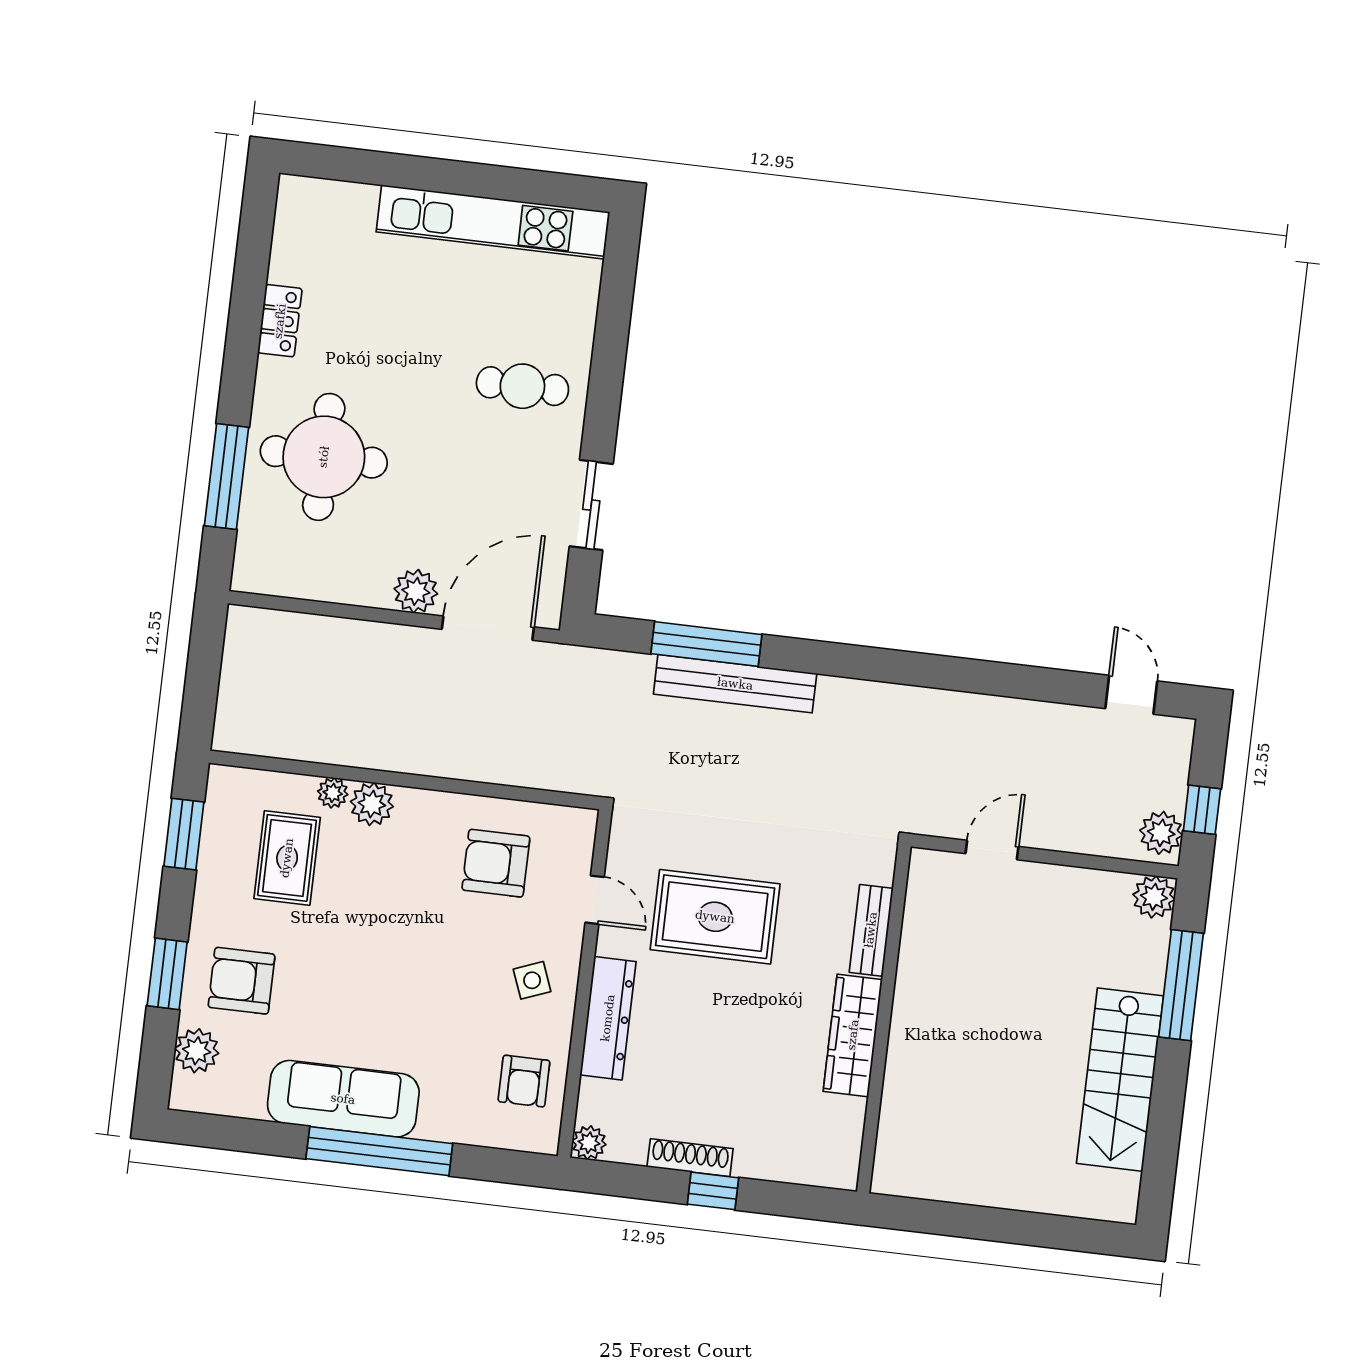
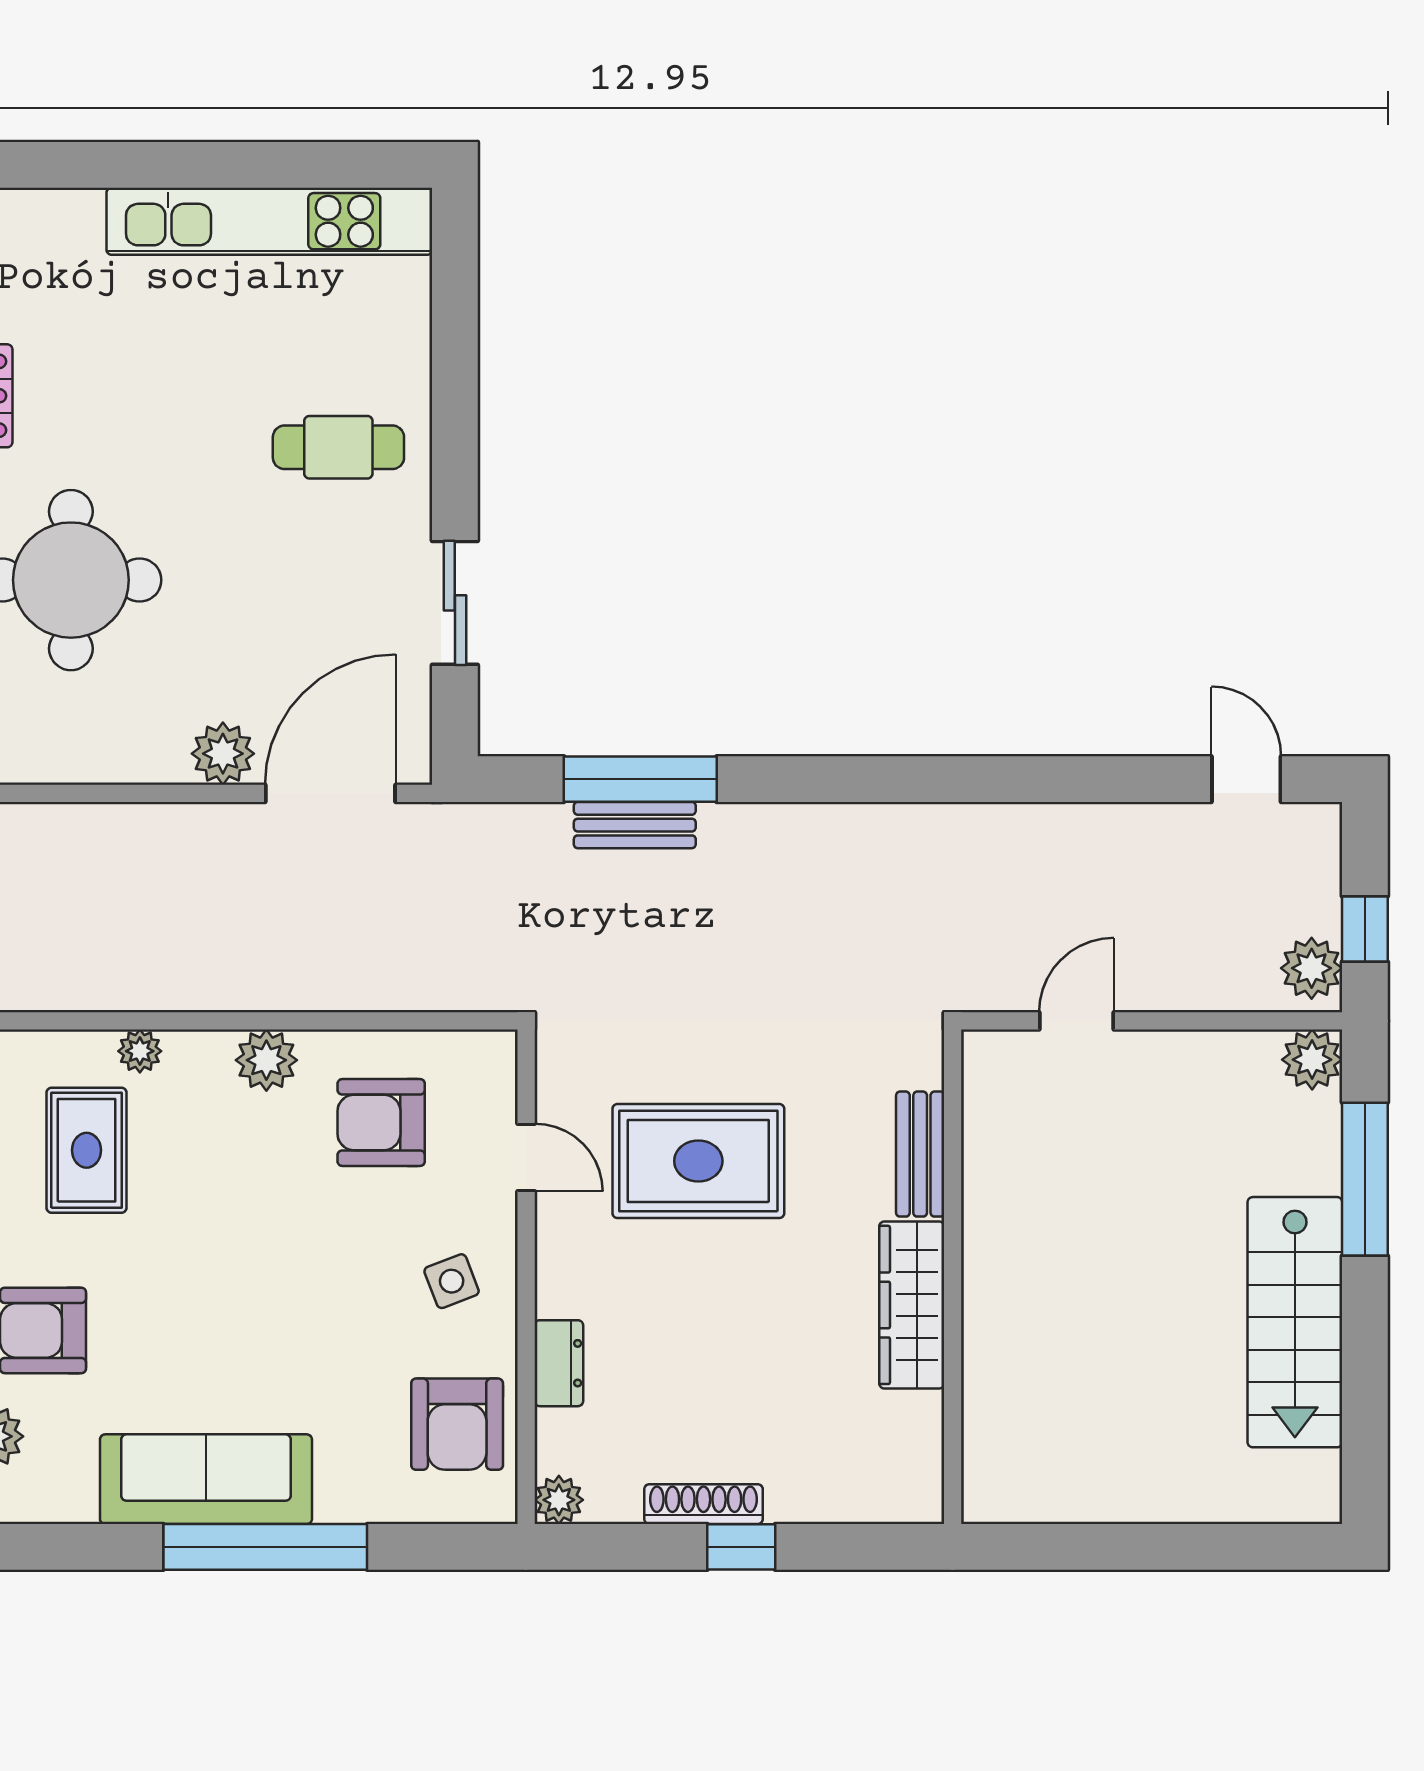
bench: (735, 684) -> (635, 825), width x0.54, depth x0.82
plant: (372, 804) -> (266, 1060), moved
dresser: (608, 1018) -> (559, 1363), width x0.51, depth x0.80
armchair: (524, 1081) -> (457, 1424), width x1.38, depth x1.38

